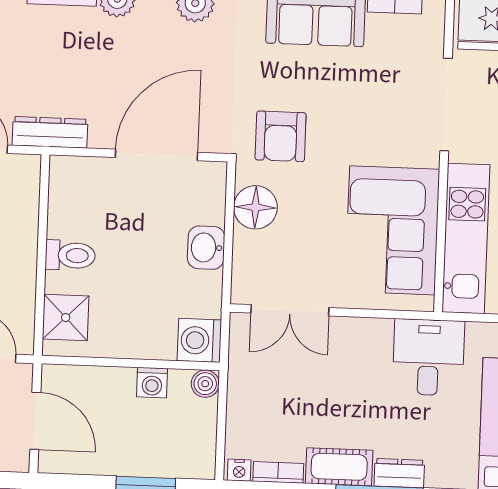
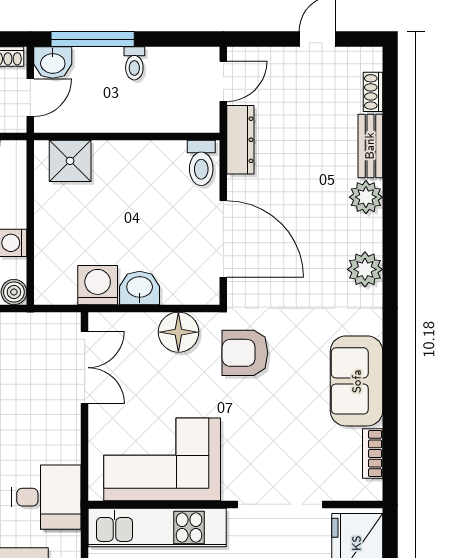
toilet: (70, 255) -> (201, 163), moved
double door: (290, 310) -> (85, 368), swing flipped
washing machine: (199, 340) -> (98, 285), moved

